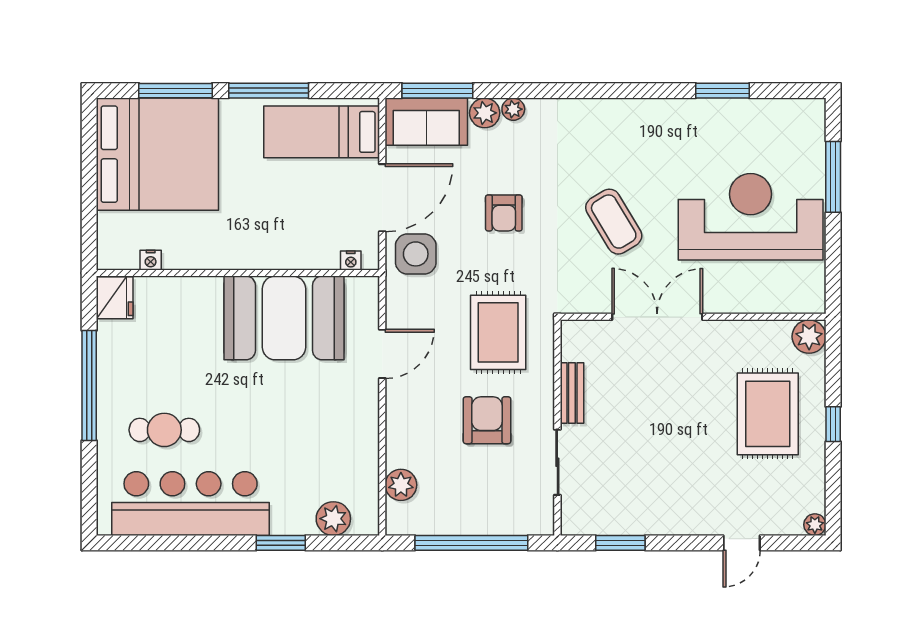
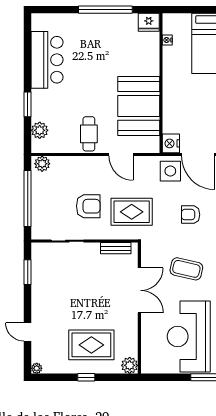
reception desk: (751, 217) -> (189, 336), turned 180
coffee table: (614, 222) -> (186, 269), turned 44
nightstand: (351, 261) -> (171, 143), width x1.89, depth x1.79
bench: (572, 393) -> (116, 248), moved
cafe table: (164, 430) -> (89, 134), moved
plant: (401, 485) -> (42, 164), moved
bar counter: (191, 504) -> (47, 60), width x0.73

